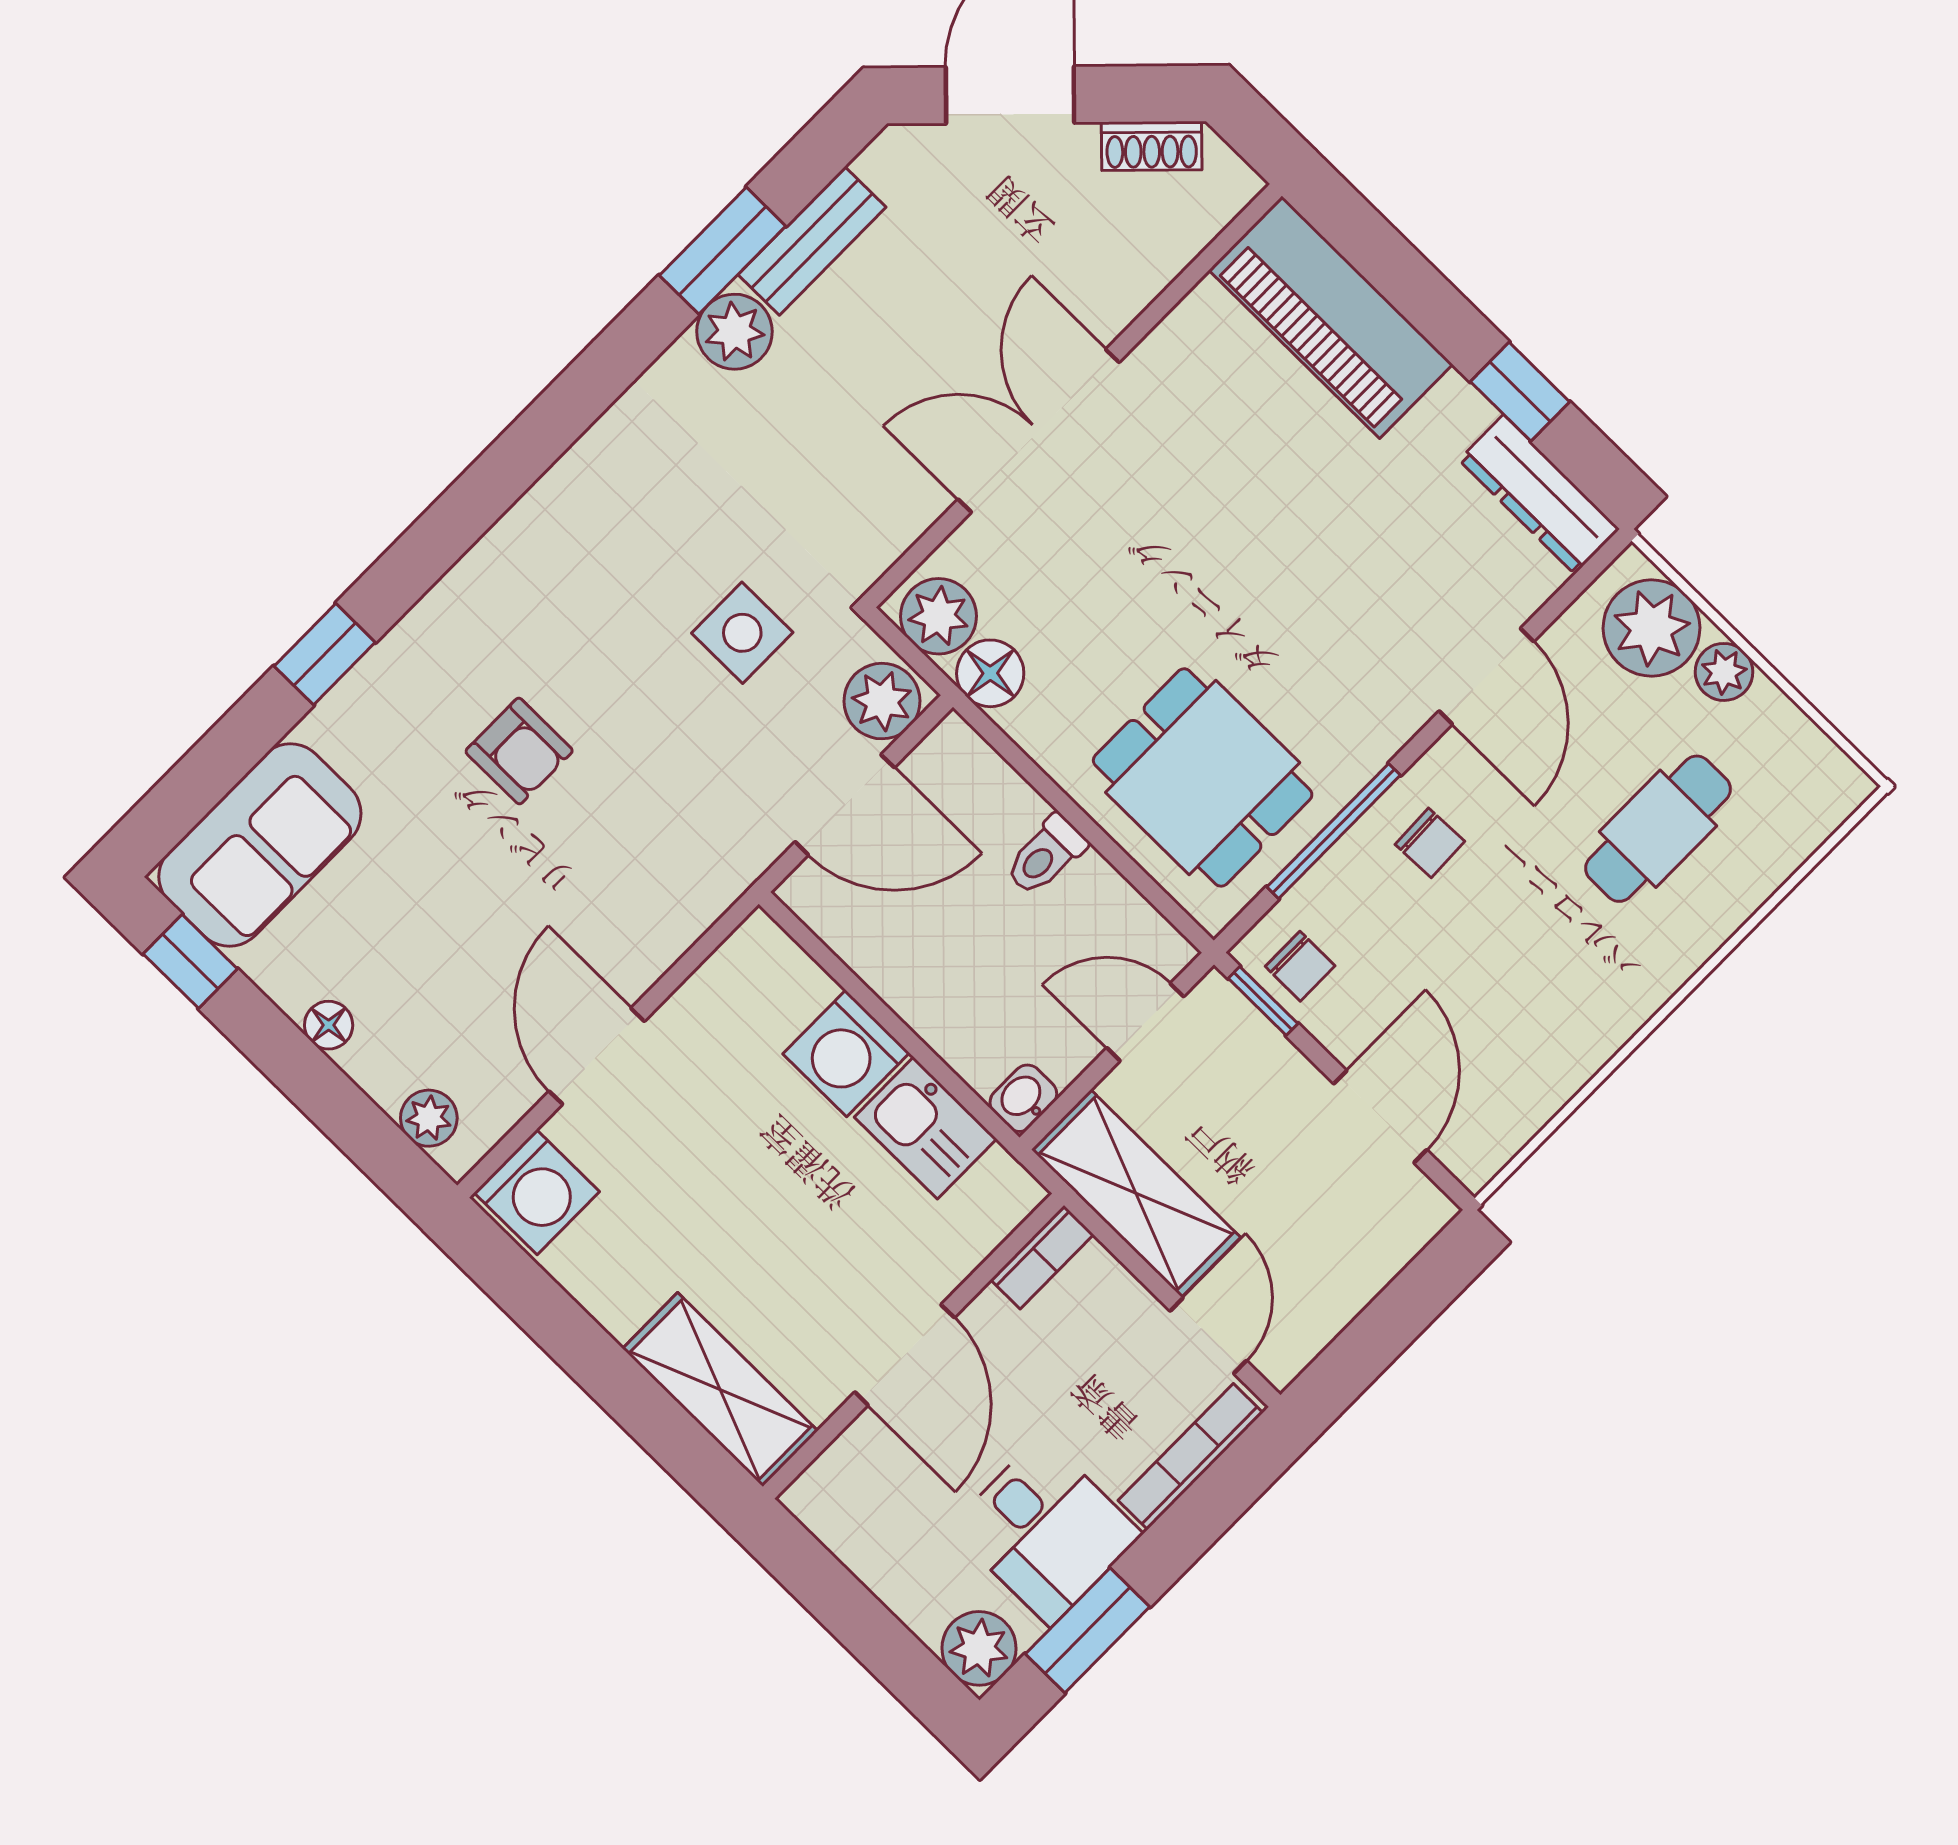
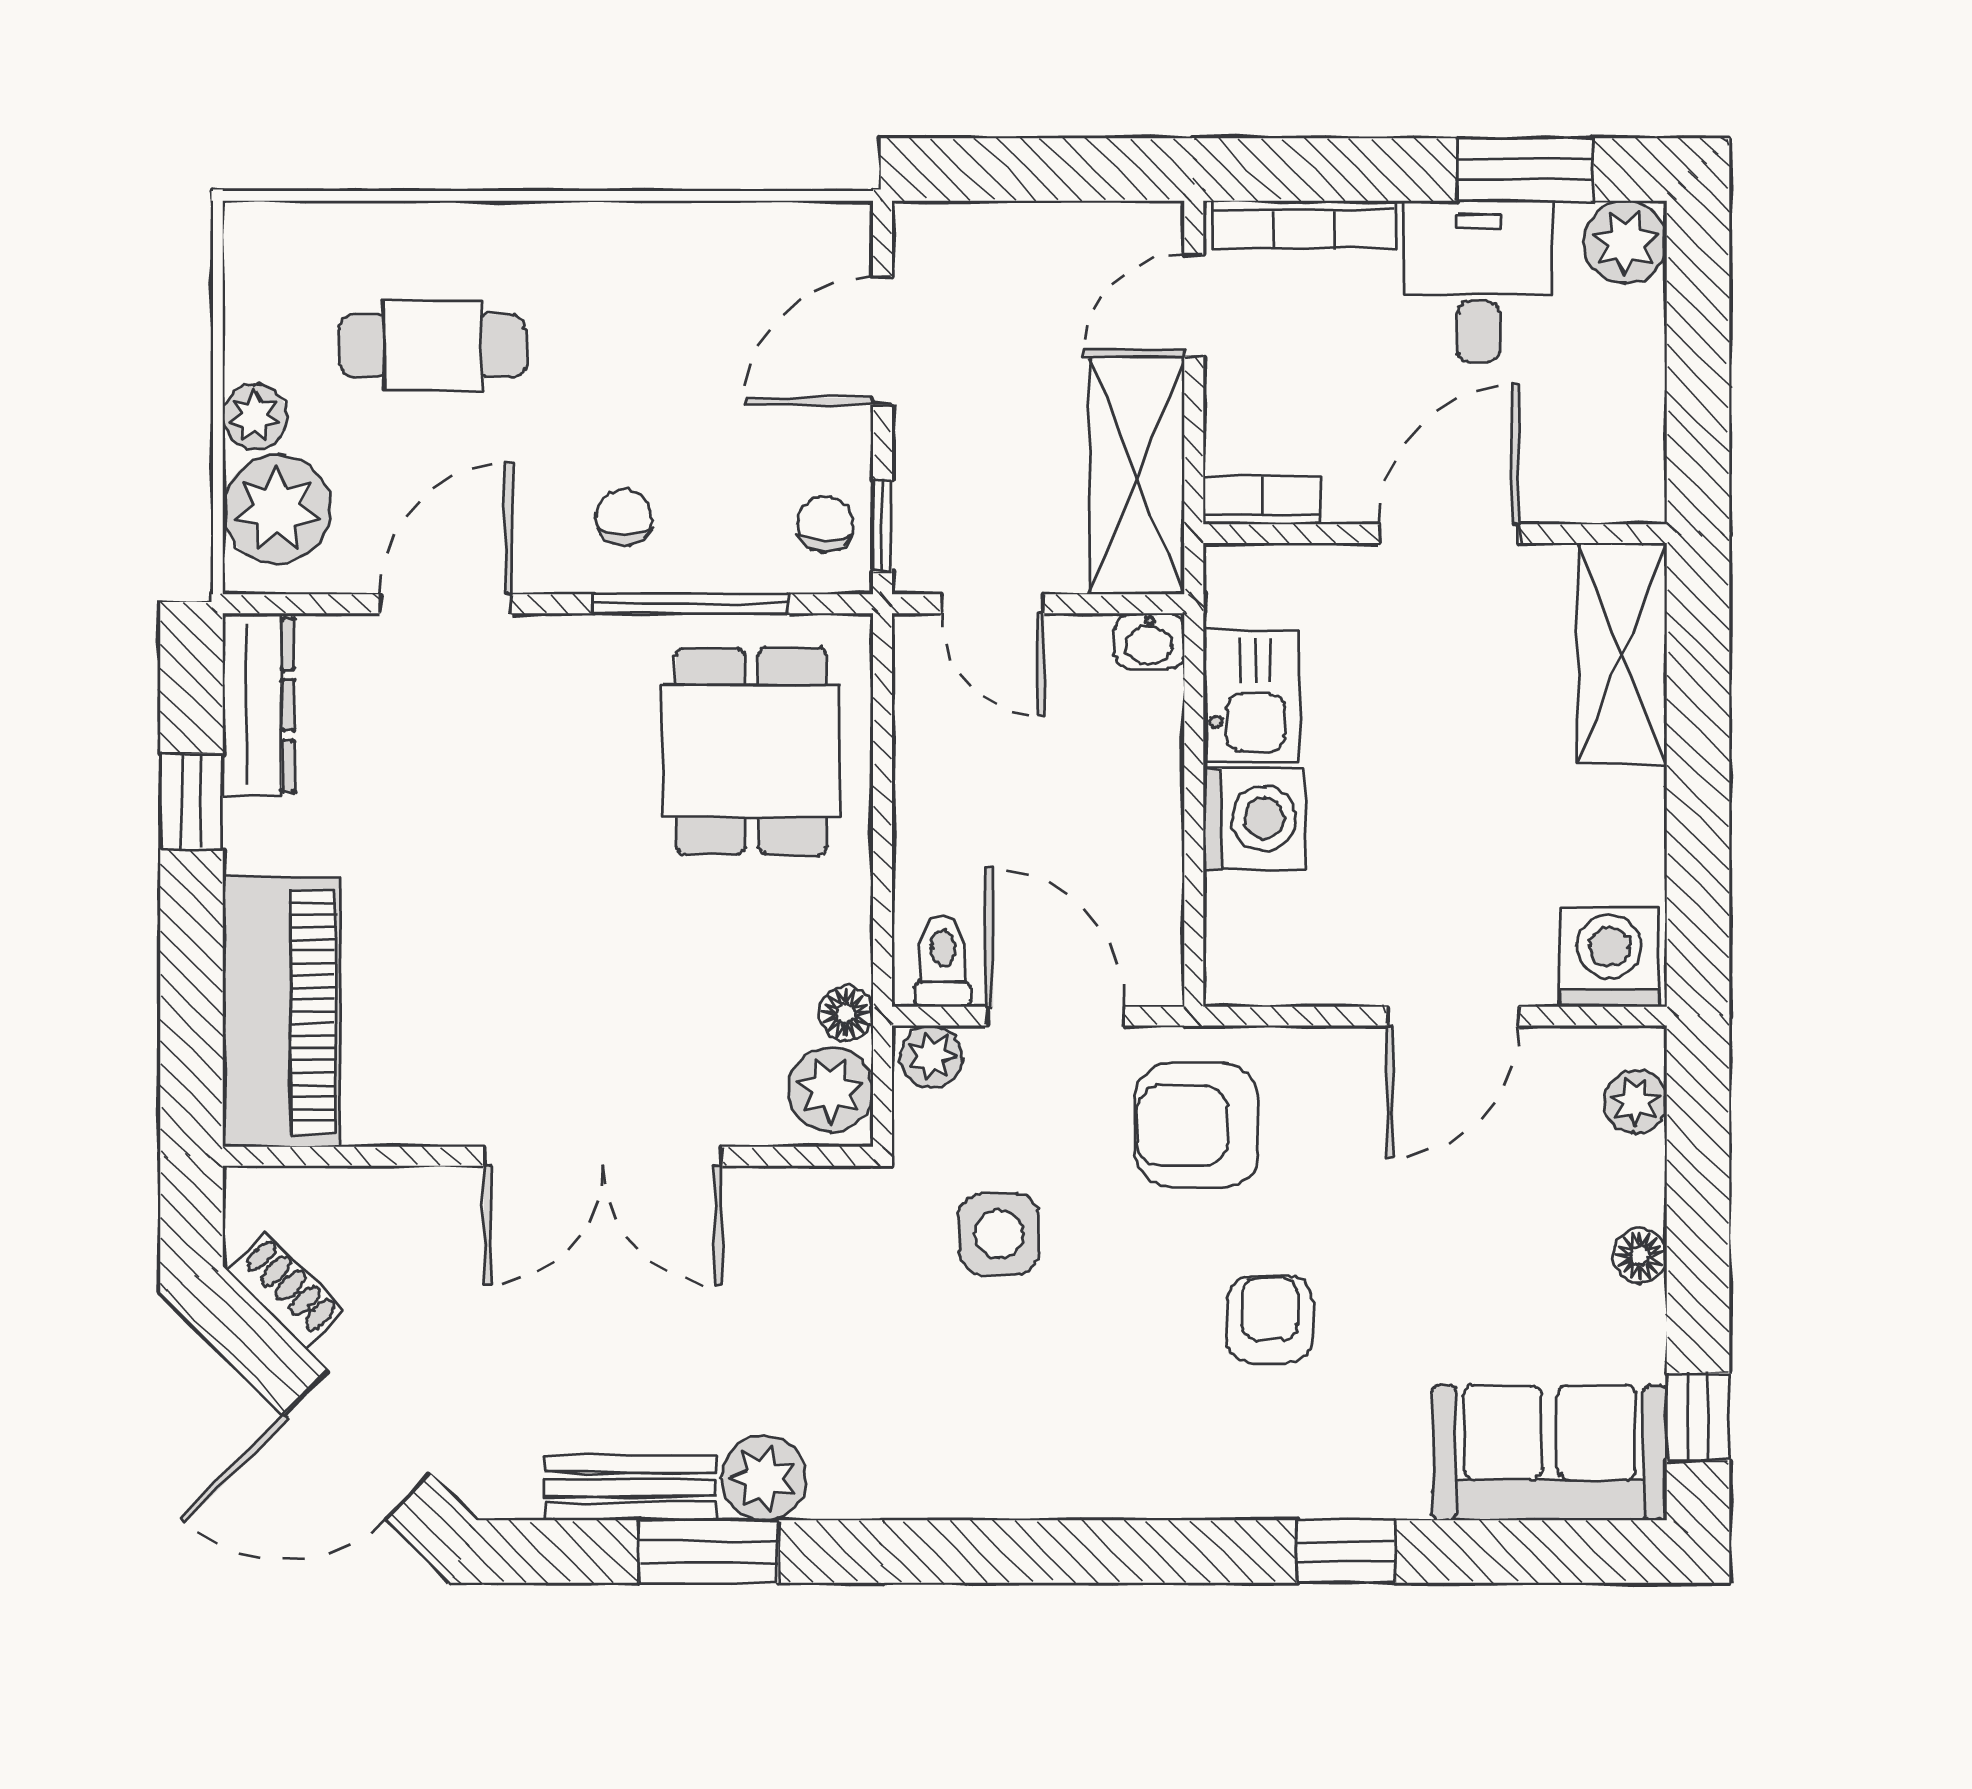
floor lamp: (990, 673) -> (846, 1014), width x0.73, depth x0.73
plant: (882, 701) -> (932, 1056), width x0.73, depth x0.73
armchair: (687, 826) -> (1197, 1126), added
toilet: (1046, 855) -> (943, 961), moved, turned -90

